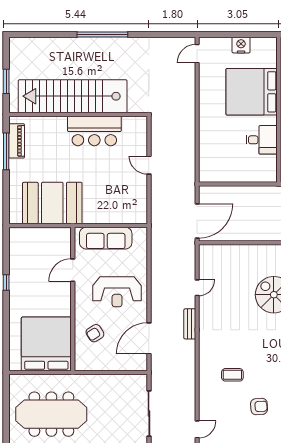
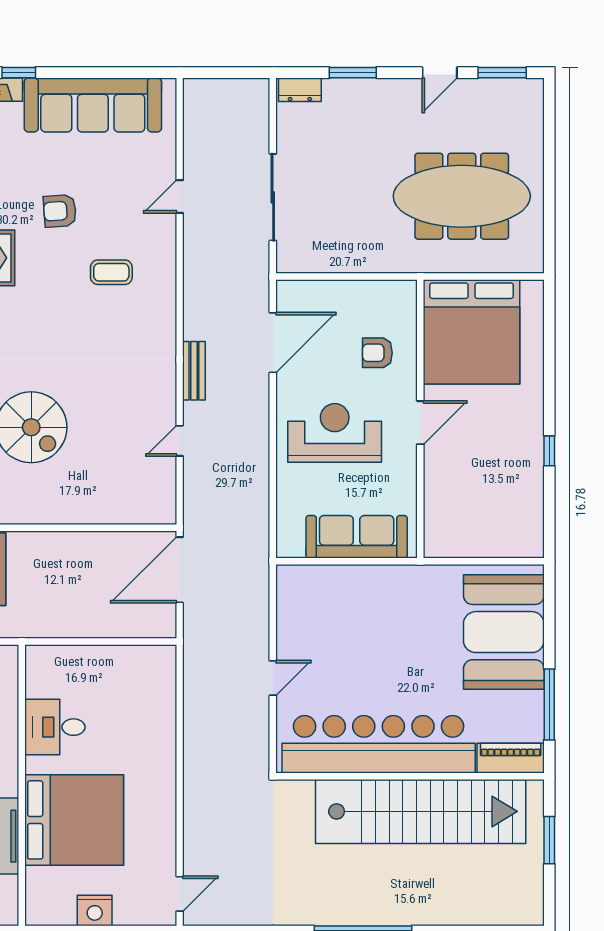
bar counter: (94, 131) -> (379, 744), width x1.86
piano: (17, 141) -> (511, 758), moved, turned 90
door: (149, 165) -> (273, 678), hinge flipped
booth: (52, 203) -> (504, 632), moved, turned 90
door: (73, 270) -> (420, 423), moved
armchair: (95, 333) -> (377, 353), turned -148
door: (197, 429) -> (180, 196), moved

